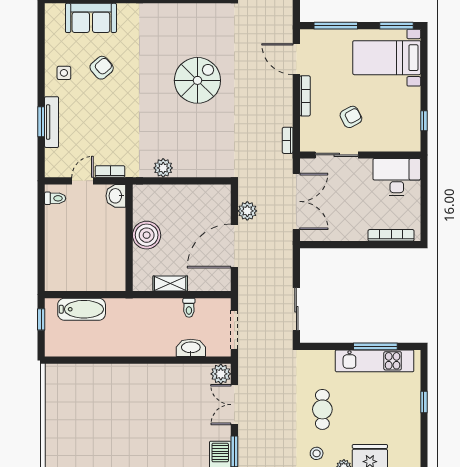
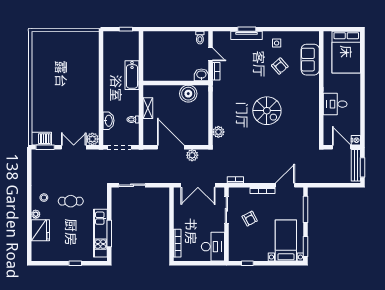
spiral stairs: (197, 80) -> (267, 111), moved
plant: (163, 168) -> (218, 132), moved
boiler: (147, 235) -> (188, 94), moved
bathtub: (82, 309) -> (132, 75), moved

